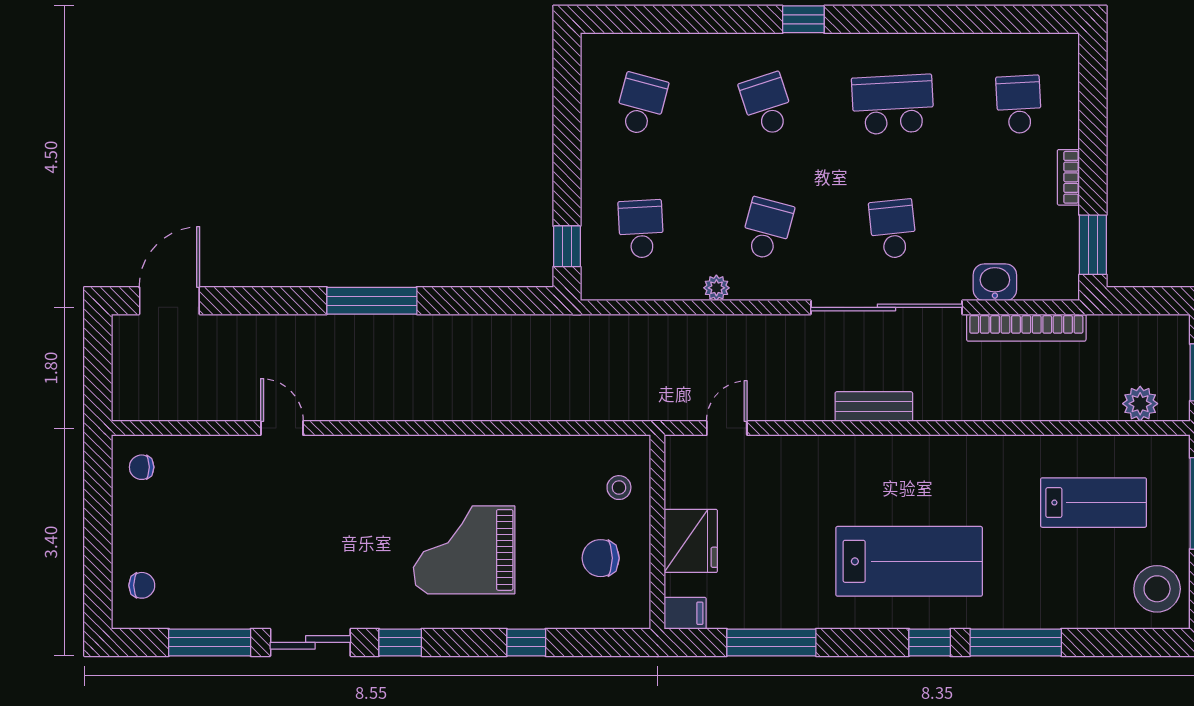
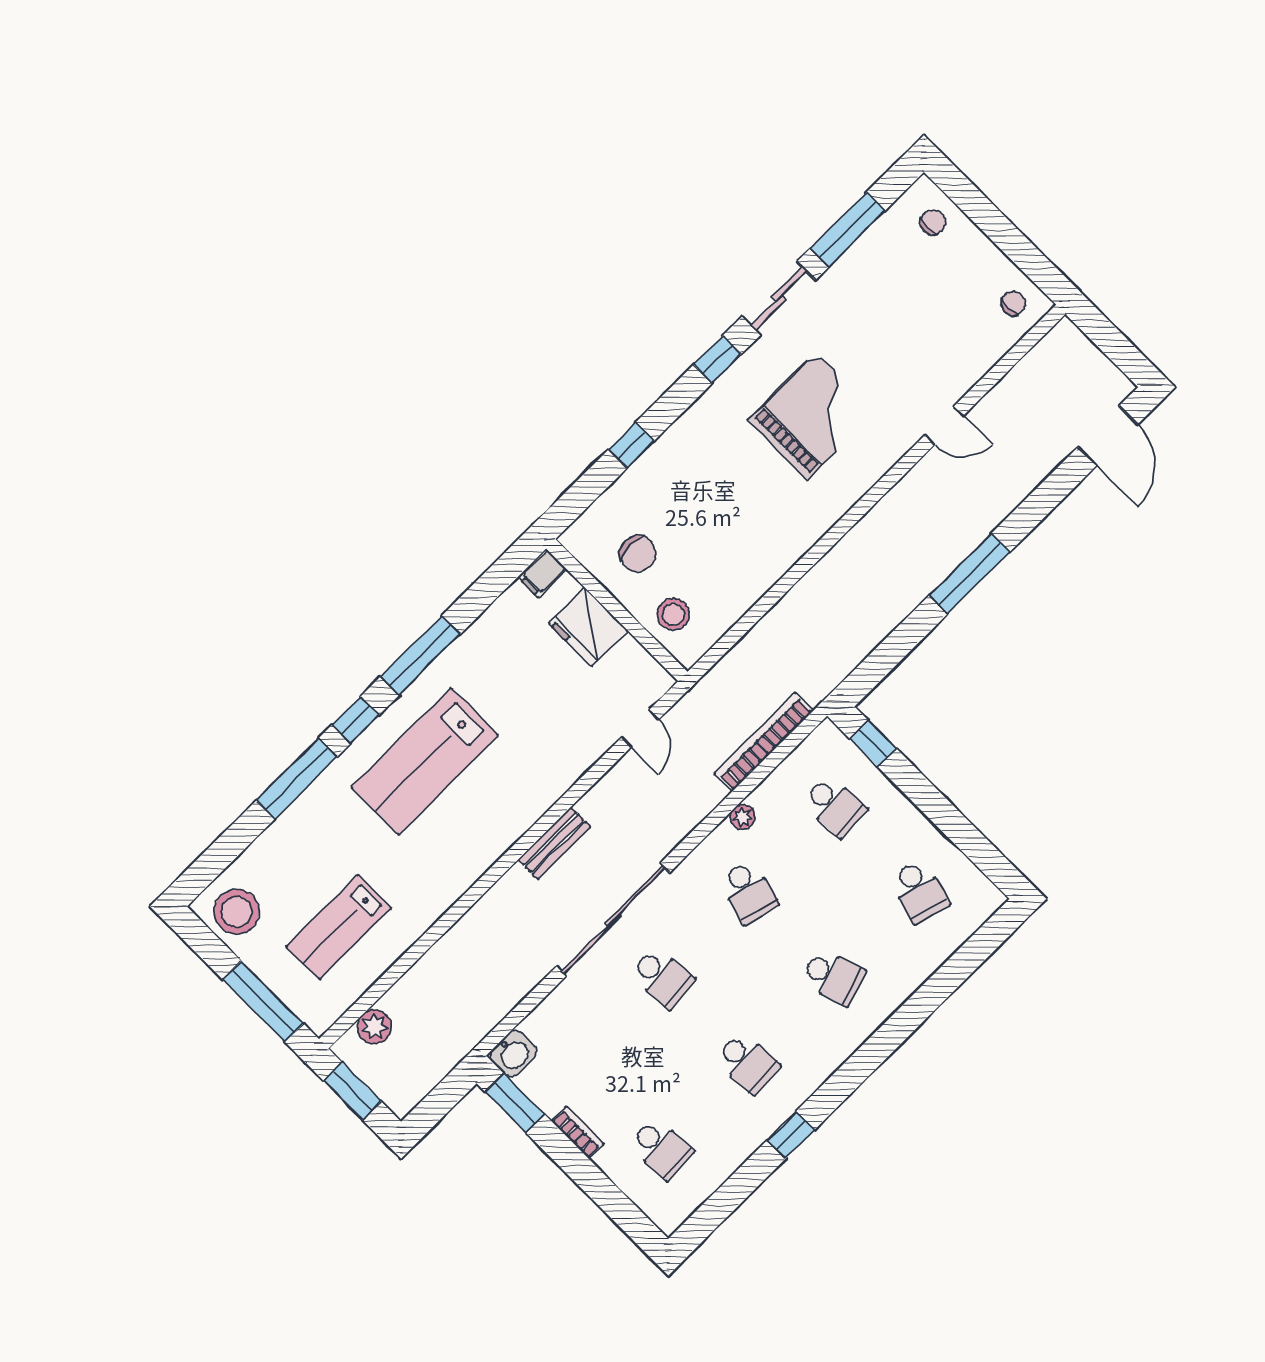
window: (803, 19) -> (791, 1135), moved
school desk: (893, 104) -> (747, 1063), width x0.54
washbasin: (995, 282) -> (513, 1053), moved
bookcase: (1026, 328) -> (764, 742), moved
stool: (619, 488) -> (673, 614), width x1.37, depth x1.37
grand piano: (464, 550) -> (812, 416), moved
chair: (601, 558) -> (638, 554), turned 90
chair: (142, 585) -> (933, 222), turned 180
window: (771, 642) -> (420, 656), moved

